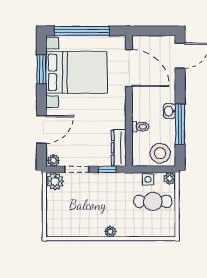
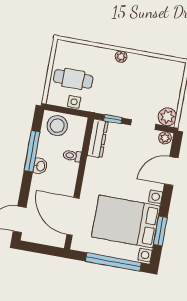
plant: (170, 178) -> (52, 99), removed

